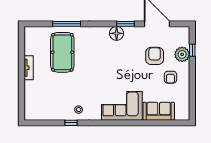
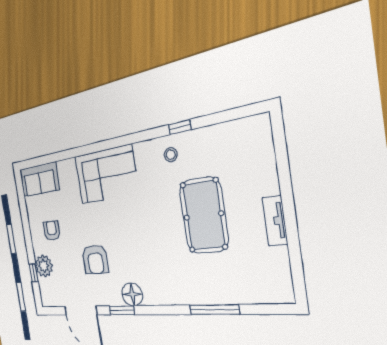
pool table: (62, 52) -> (204, 215), moved
armchair: (155, 56) -> (95, 259), moved
sofa: (159, 111) -> (39, 179), moved

